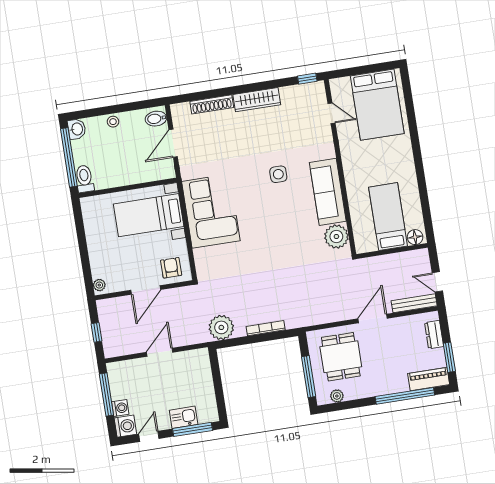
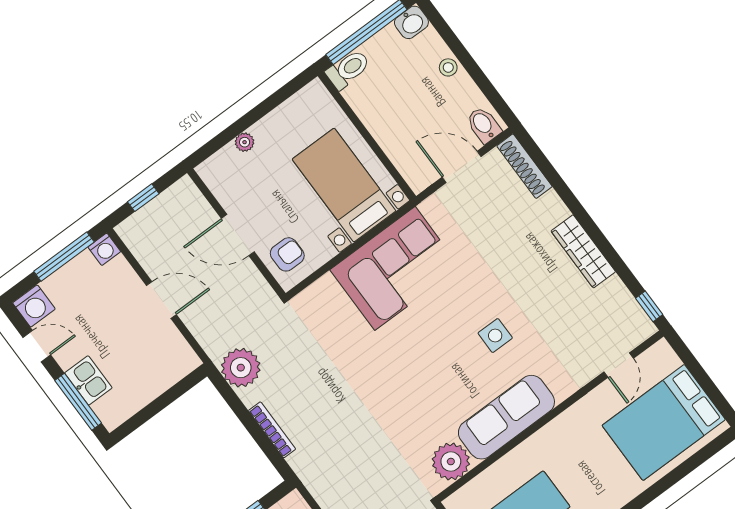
shoe rack: (212, 104) -> (525, 166), moved
plant: (99, 285) -> (245, 142), moved
washing machine: (120, 408) -> (104, 249), moved

